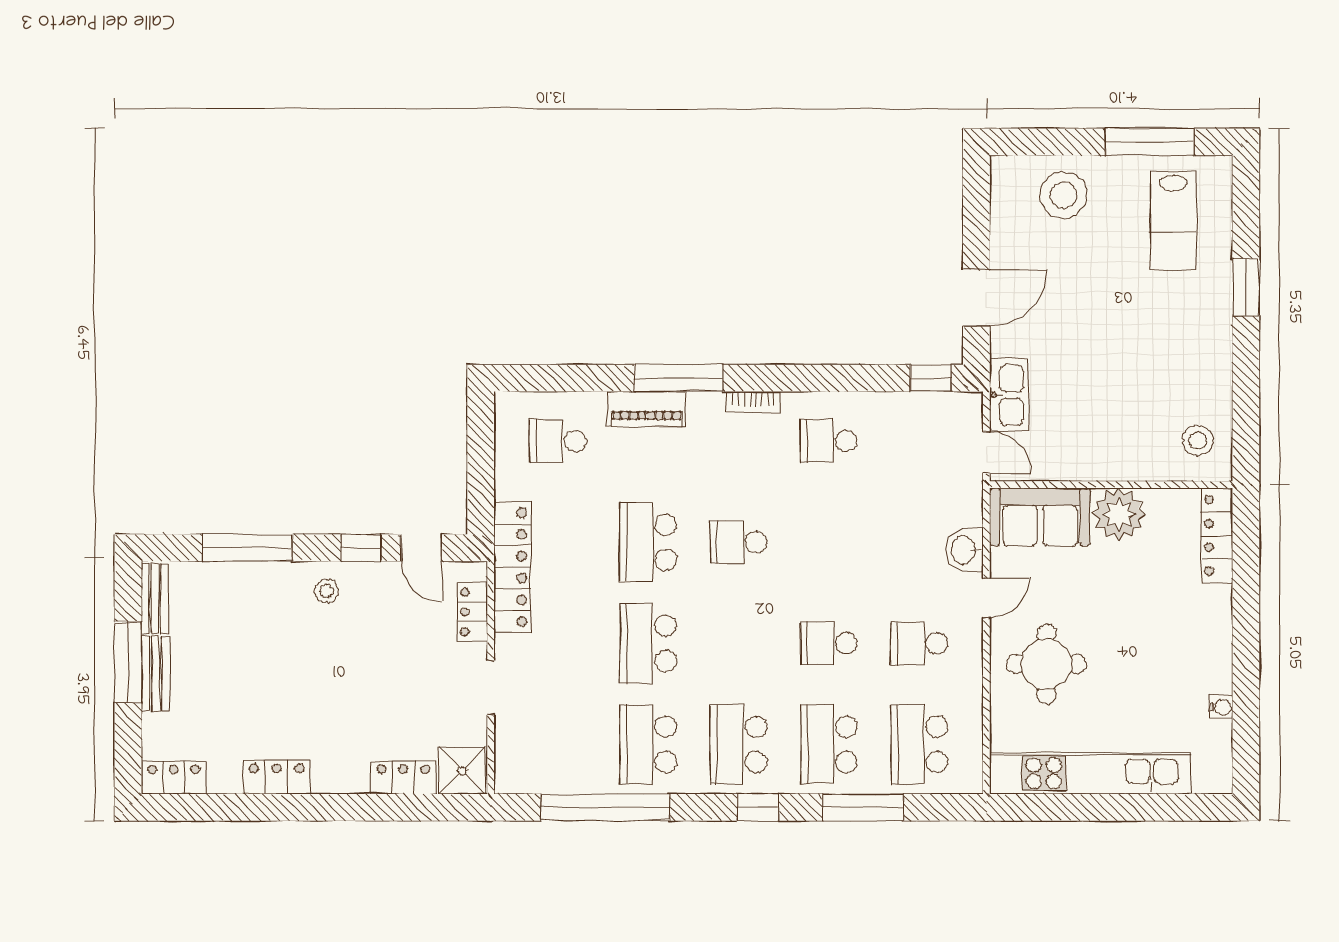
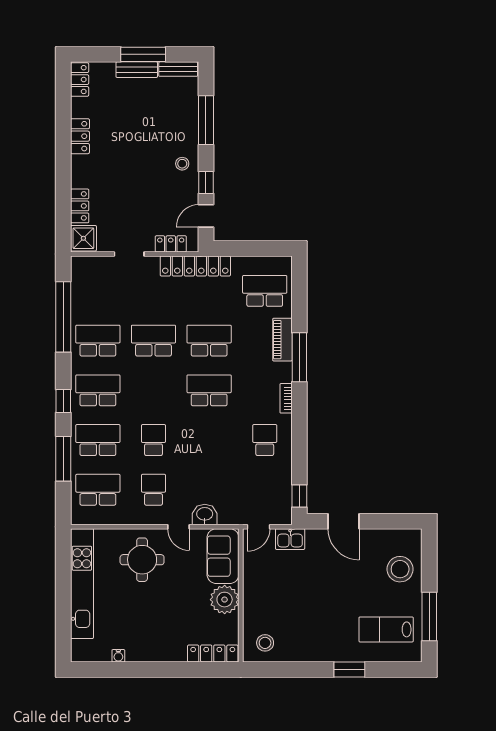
kitchen sink: (1009, 395) -> (290, 539), width x0.73
school desk: (558, 441) -> (265, 291), width x1.85
school desk: (739, 542) -> (209, 390), width x1.85

